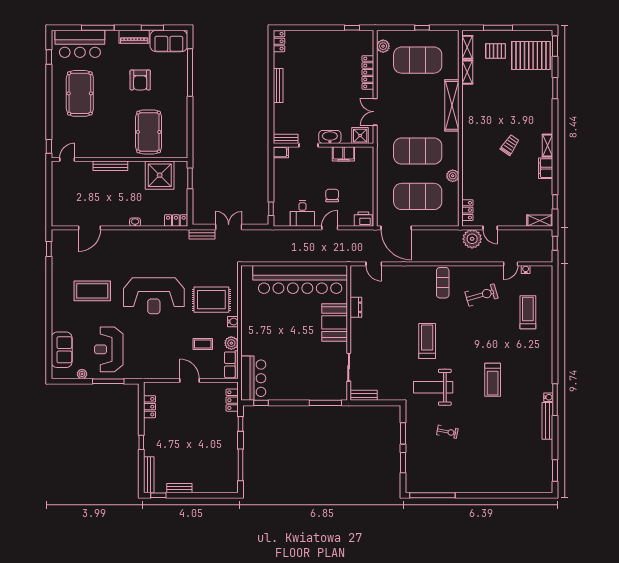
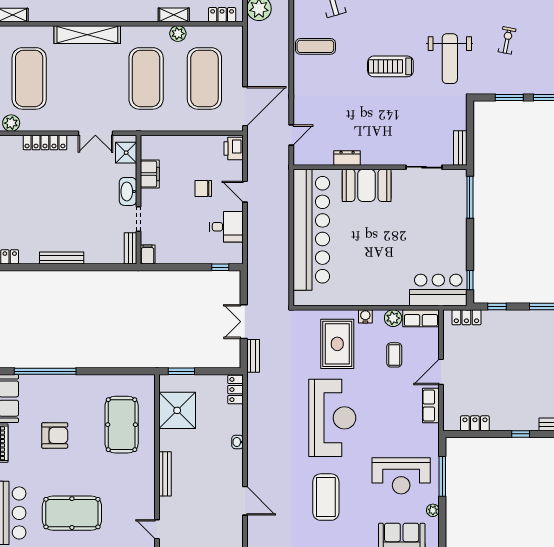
shelving: (467, 72) -> (174, 15), moved
pool table: (149, 132) -> (122, 425), turned 90
row of seats: (163, 372) -> (431, 406), added

